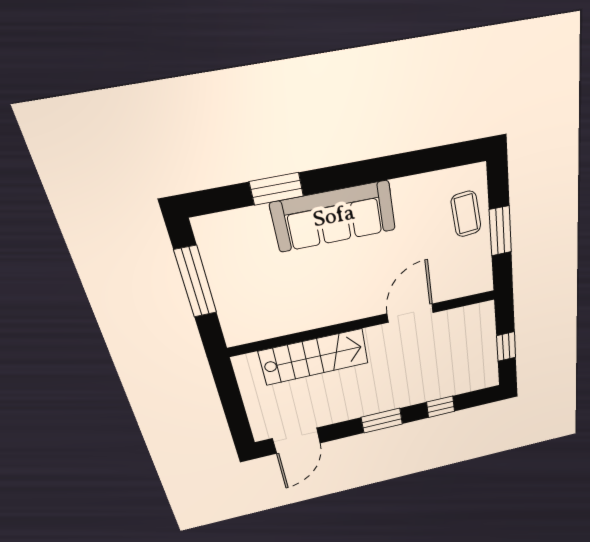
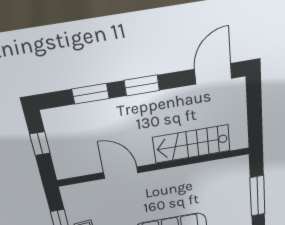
door: (410, 313) -> (121, 173), swing flipped
window: (441, 407) -> (91, 94), width x1.50

